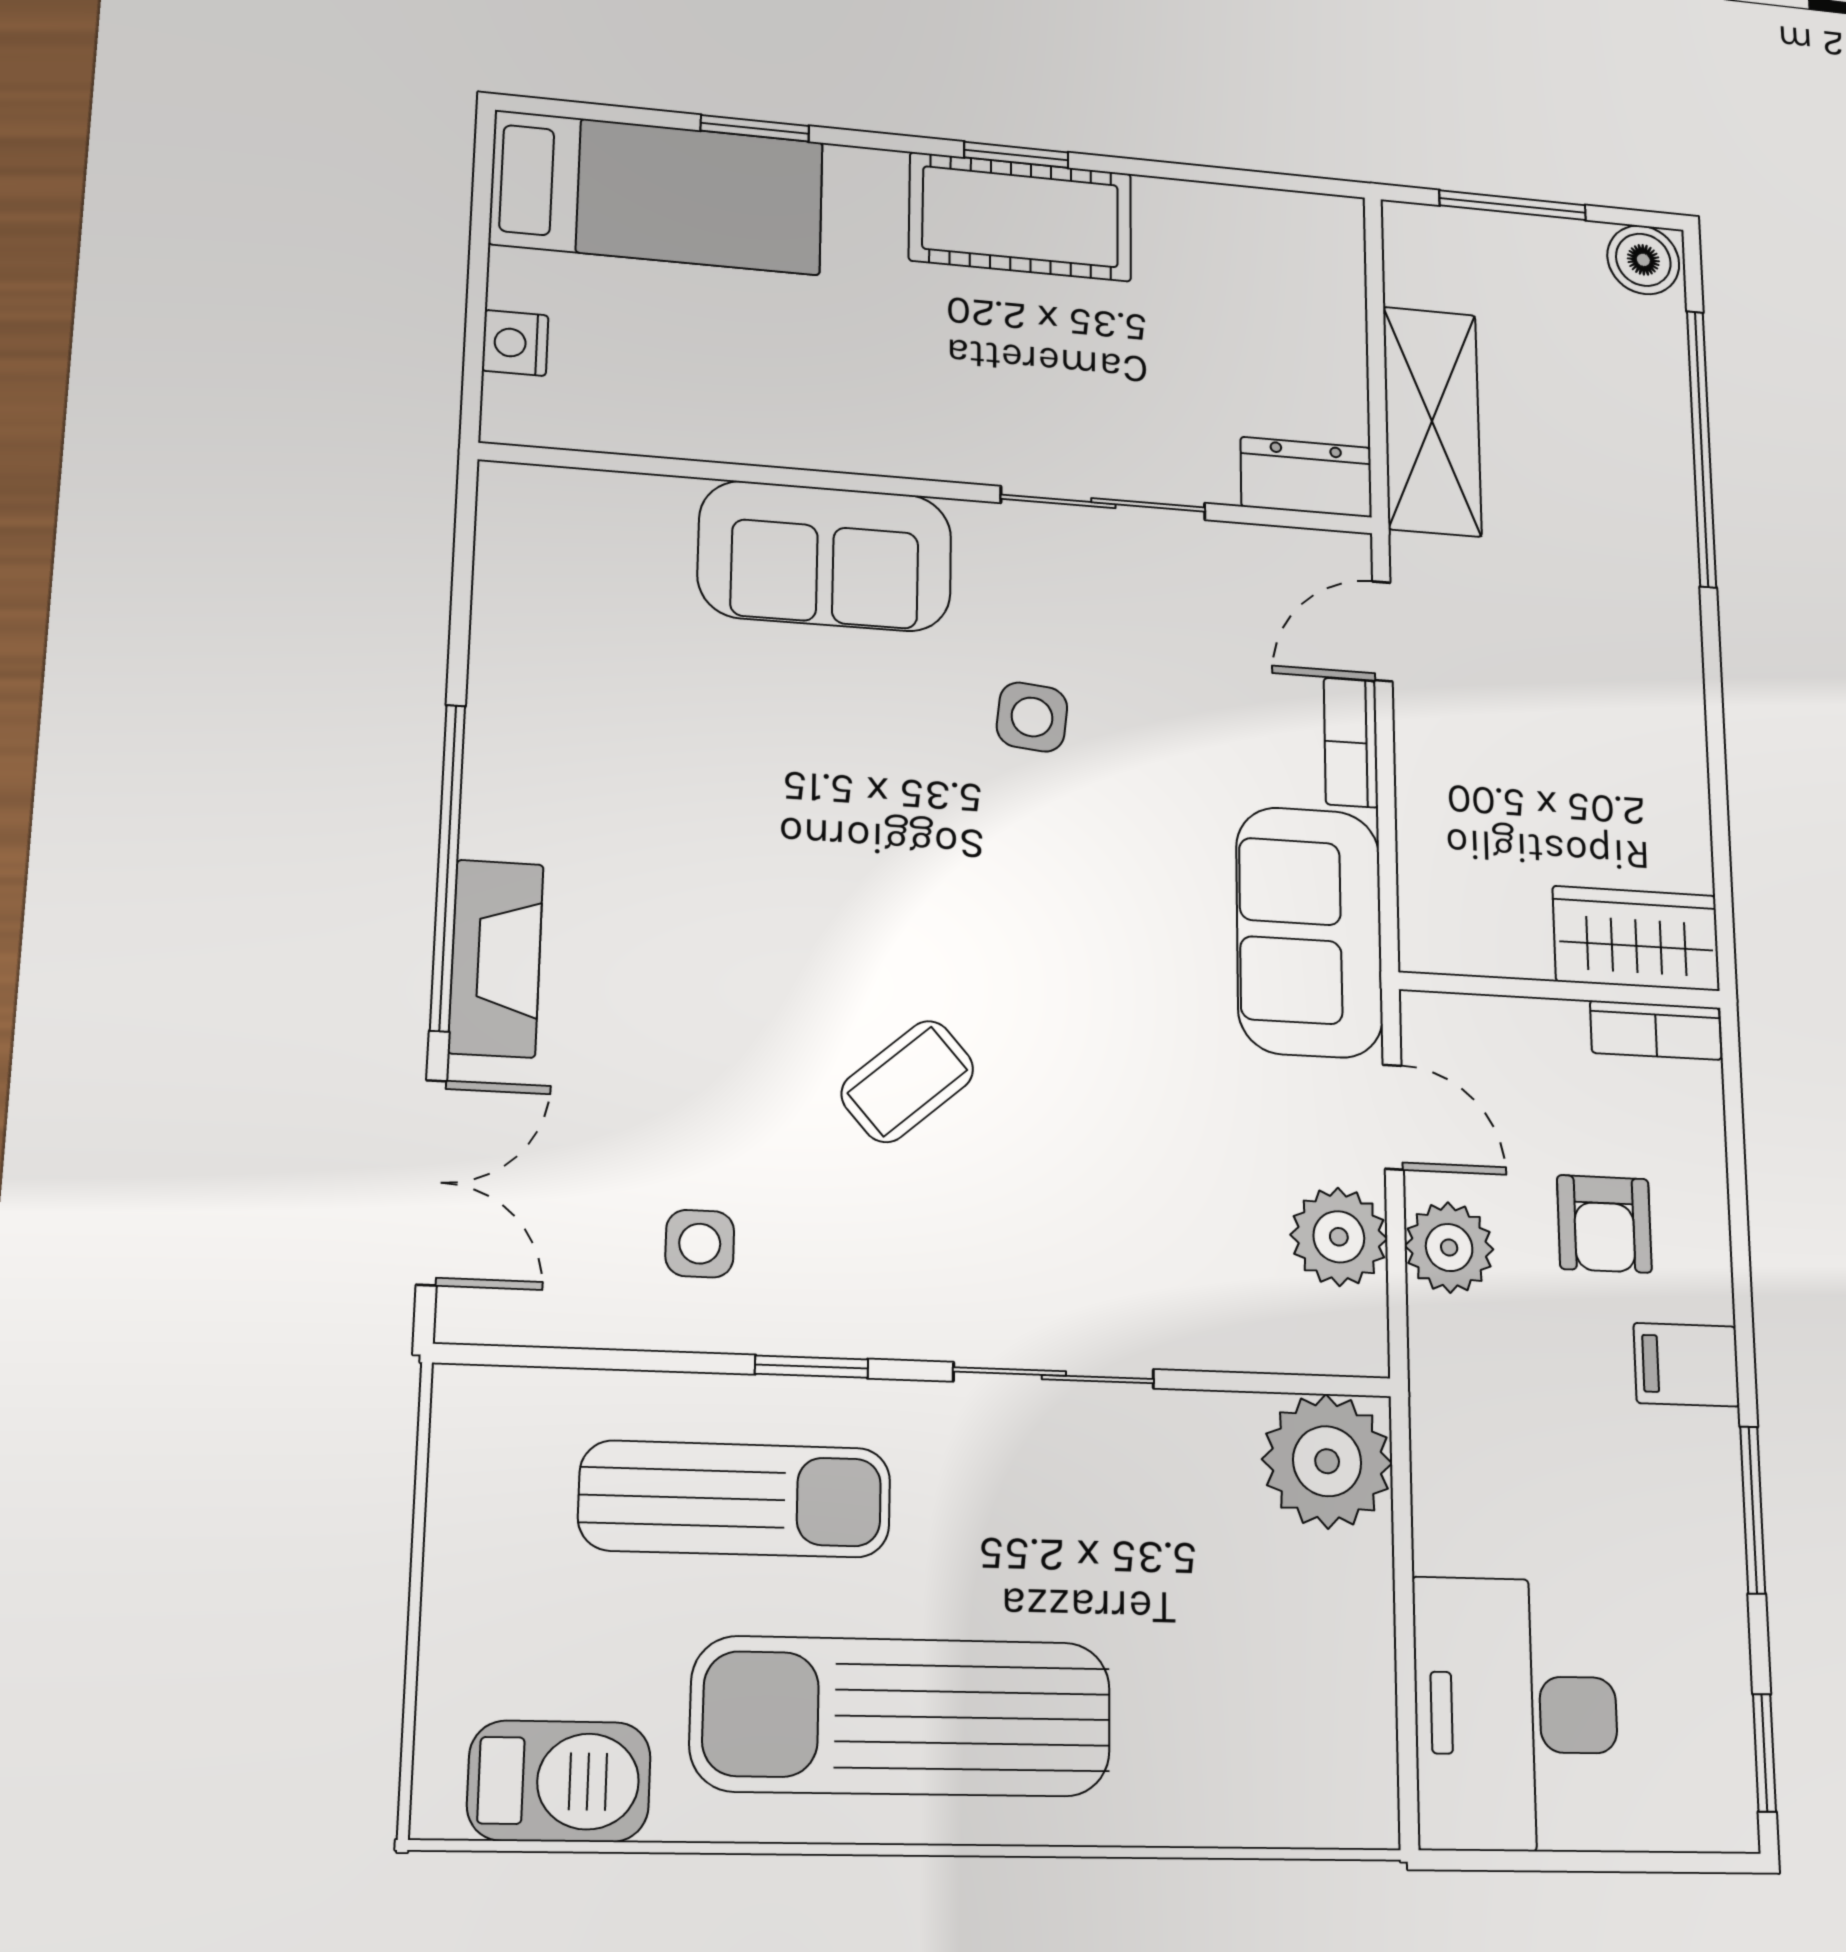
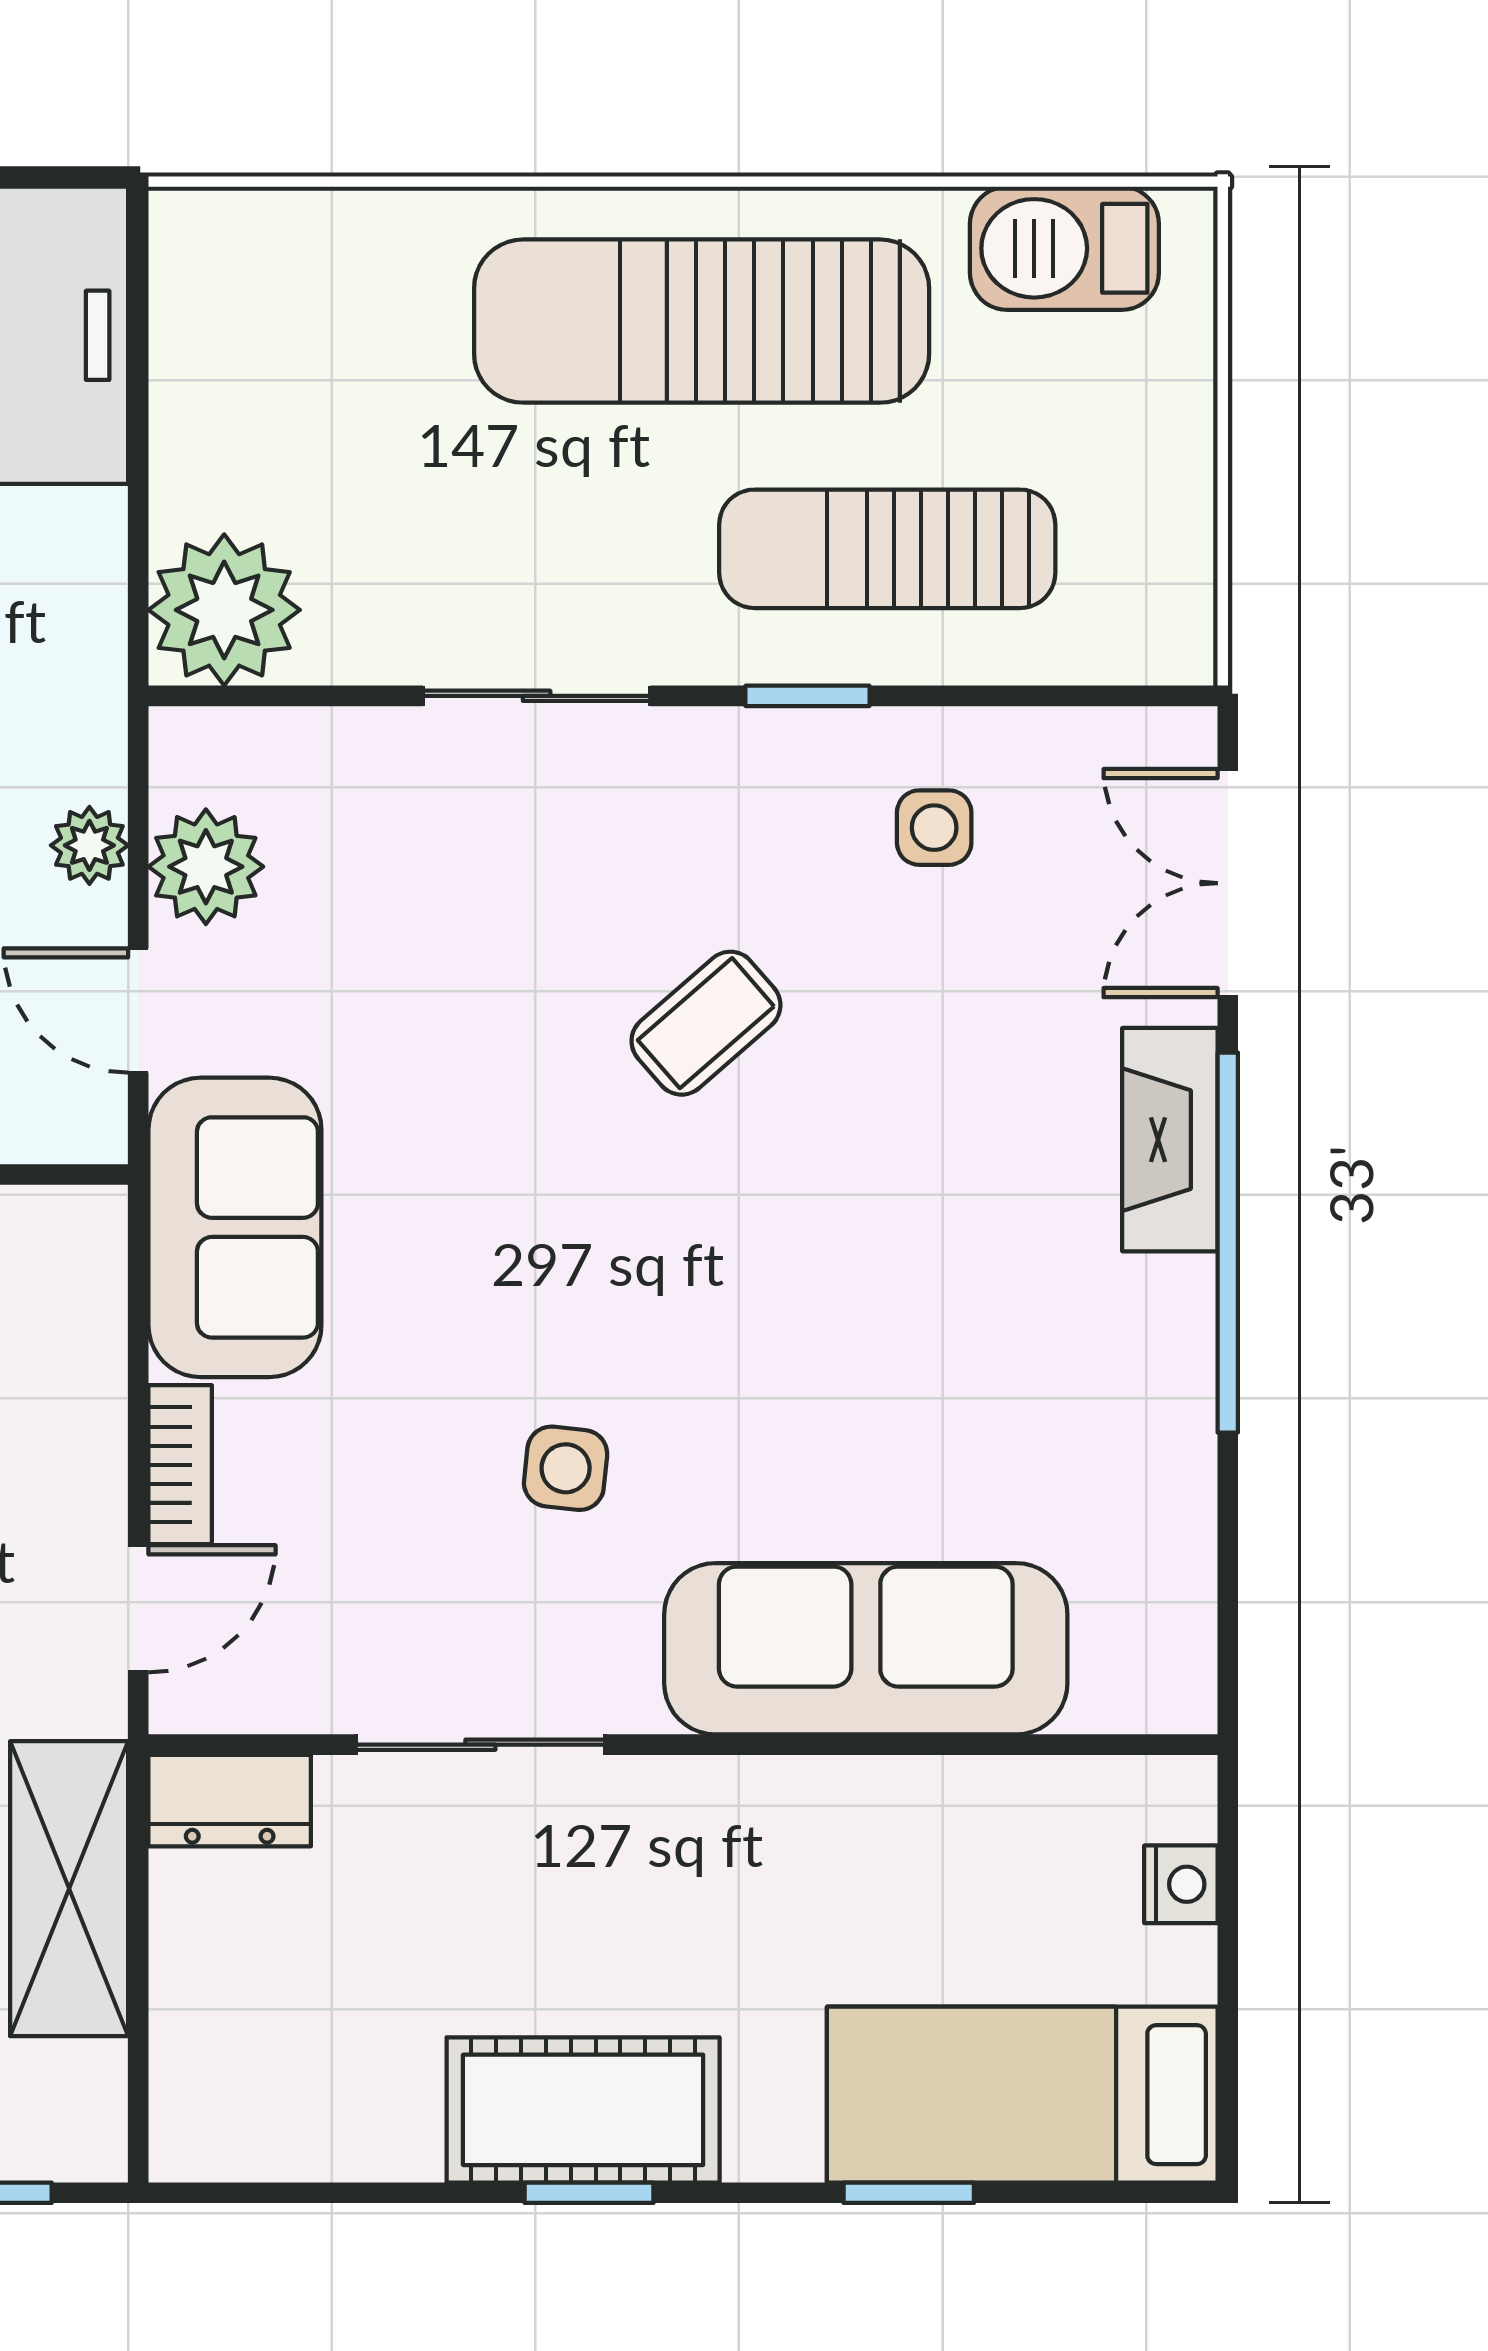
sofa: (825, 556) -> (866, 1649), width x1.36
plant: (1449, 1248) -> (89, 845), width x0.73, depth x0.73
sun lounger: (902, 1716) -> (702, 321), turned 180

